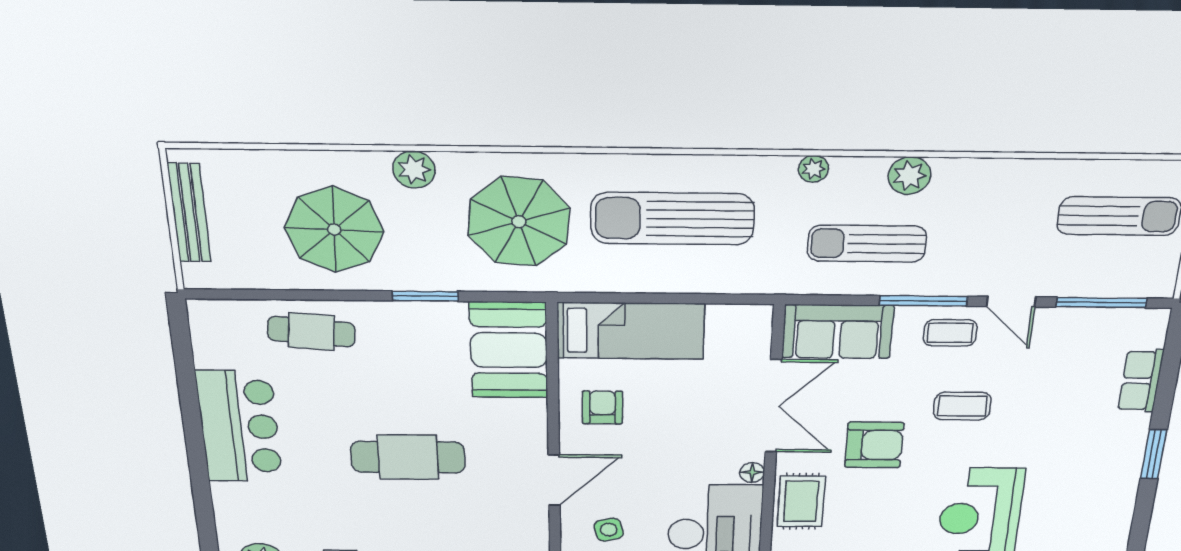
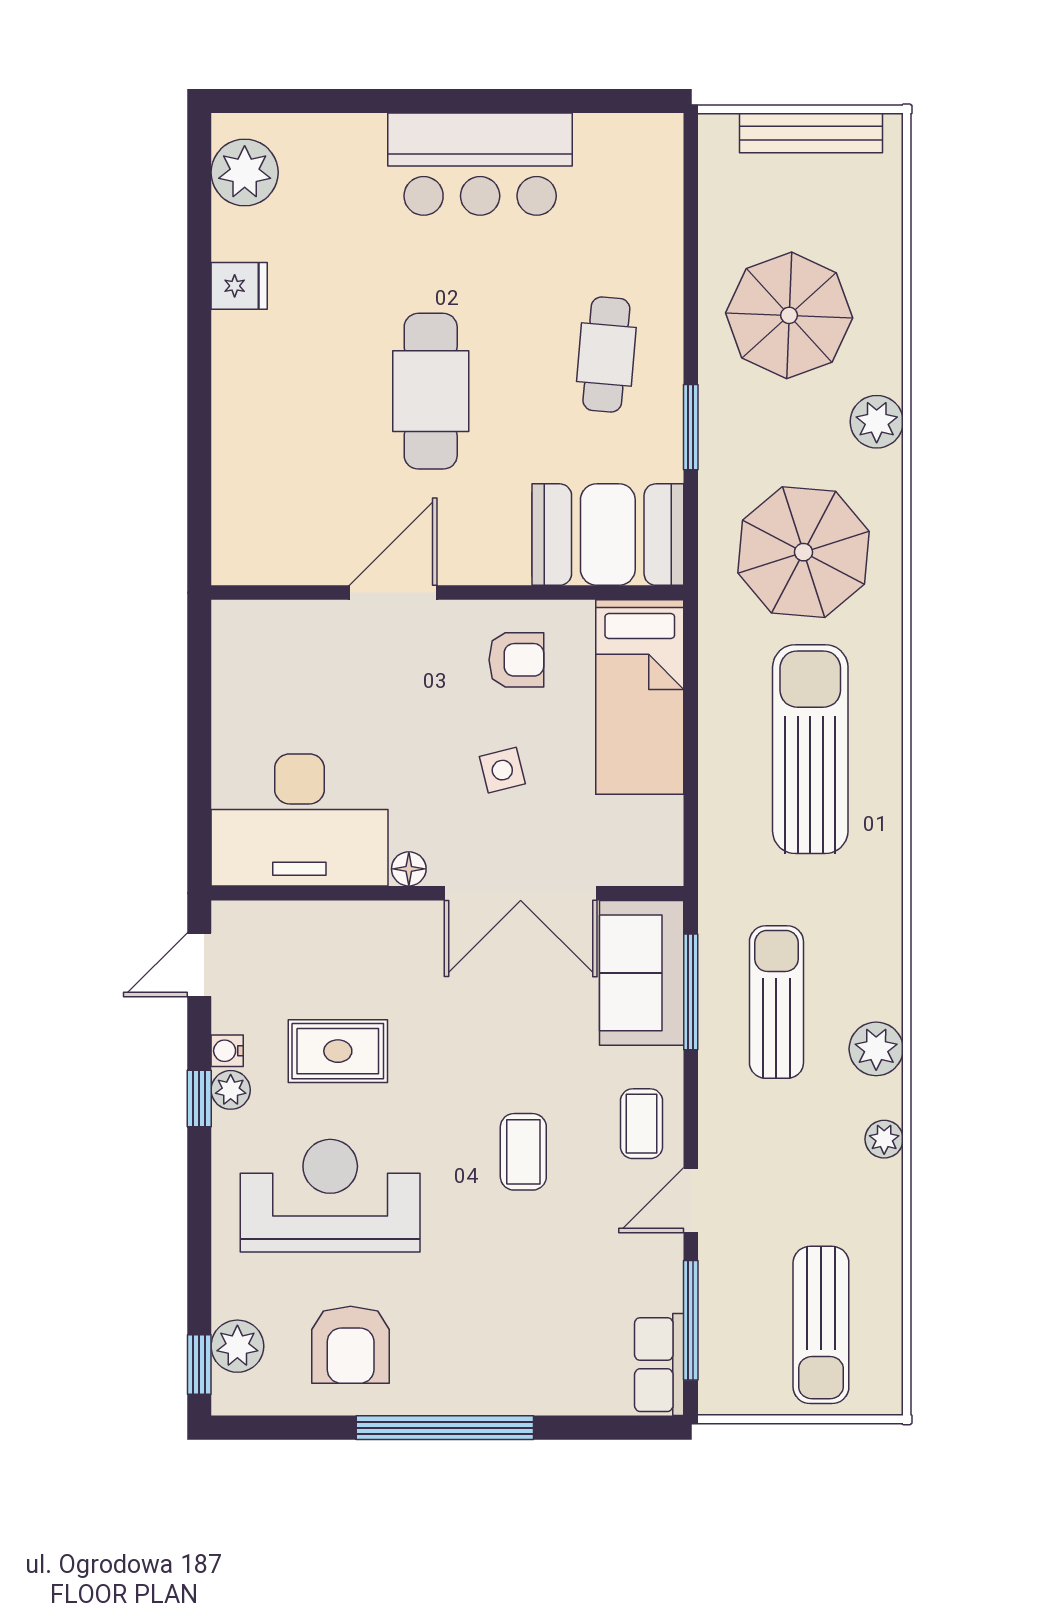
plant: (813, 169) -> (884, 1139), moved
window: (923, 301) -> (691, 992), moved
cafe table: (311, 332) -> (606, 355), moved
row of seats: (1141, 381) -> (659, 1365), moved, turned -90
armchair: (874, 445) -> (351, 1345), moved
window: (1154, 454) -> (445, 1428), width x2.11
door: (554, 480) -> (393, 593), swing flipped
rug: (801, 501) -> (338, 1051), moved
side table: (609, 530) -> (502, 770), moved

